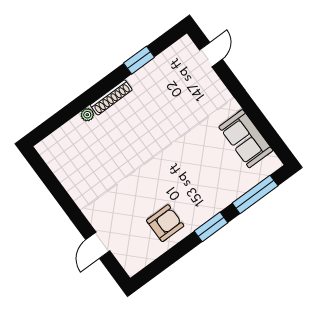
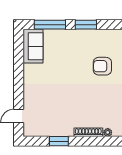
sofa: (246, 139) -> (33, 46), moved
armchair: (165, 223) -> (102, 66), moved

